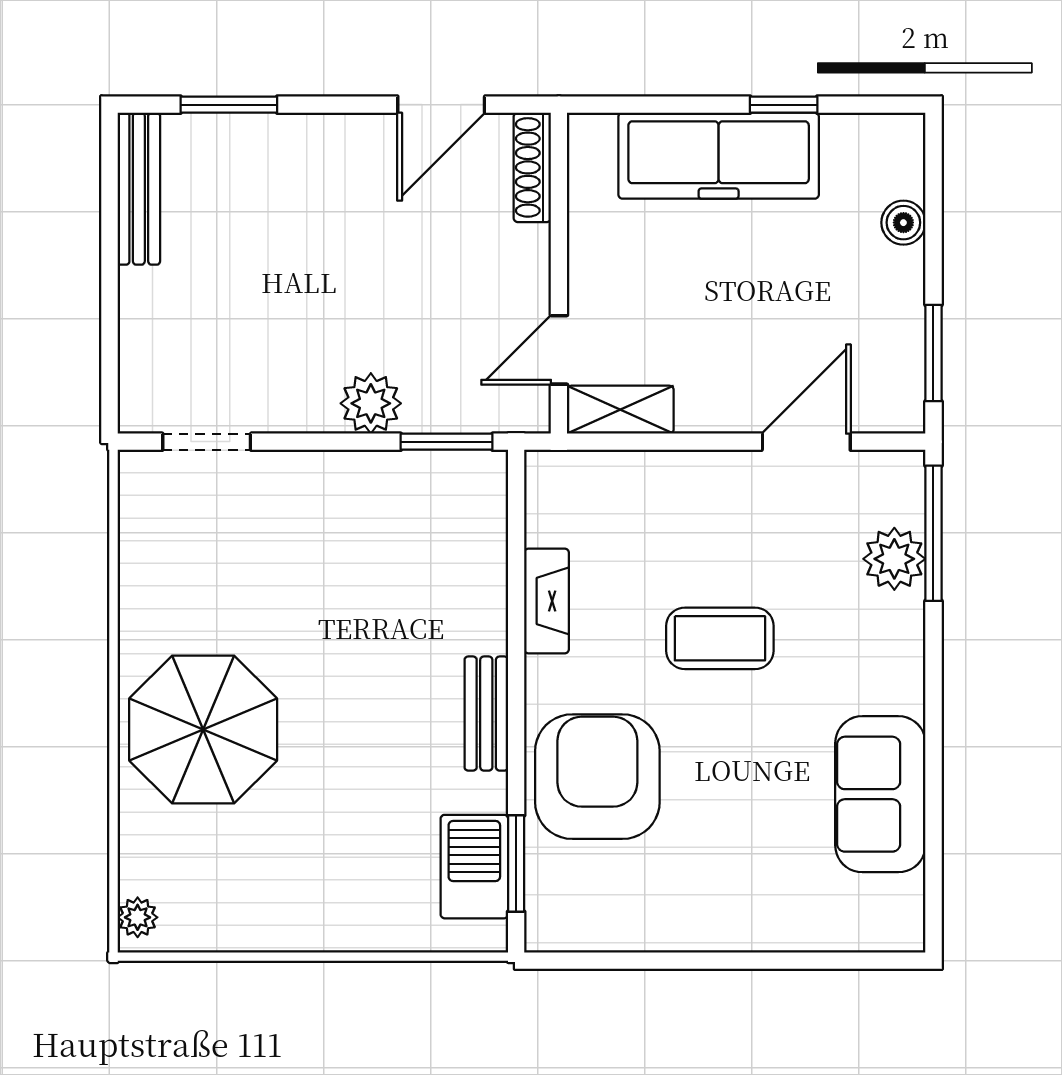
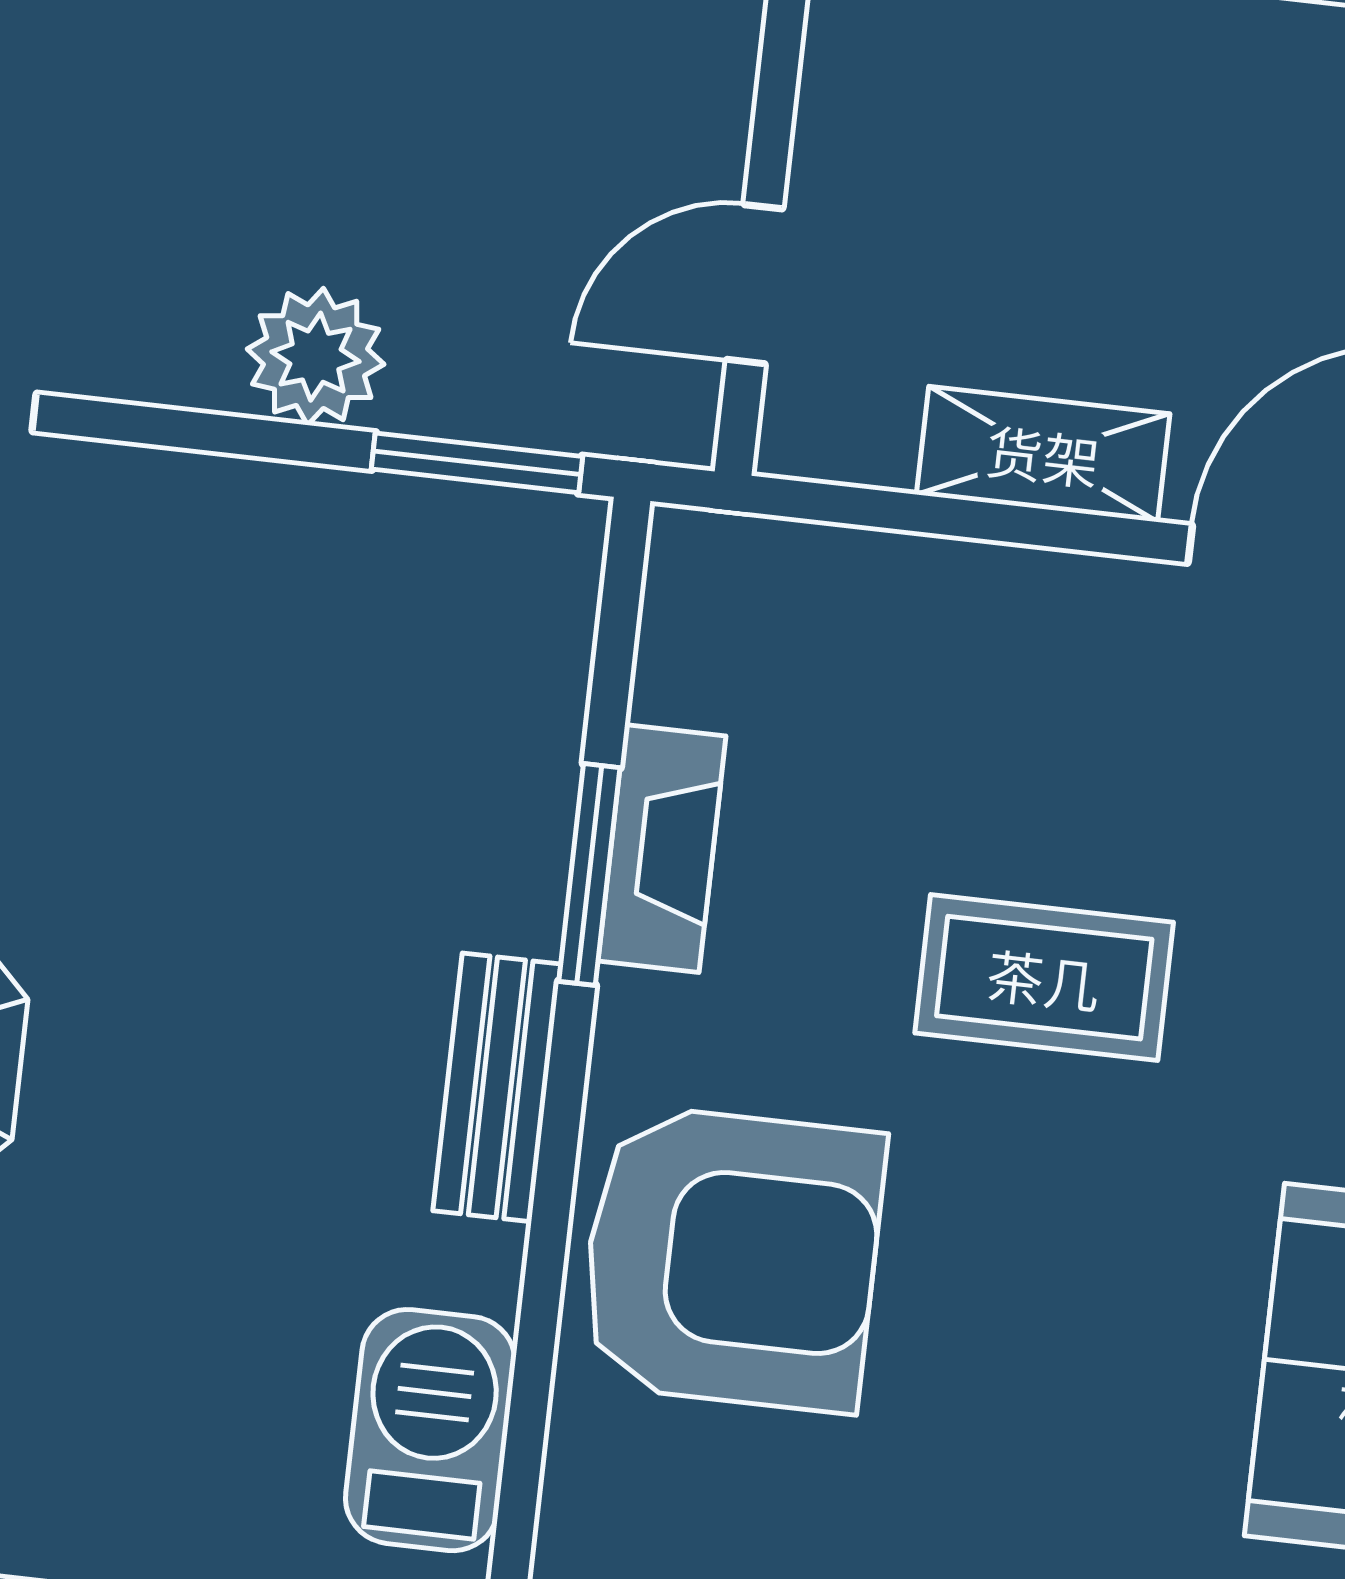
shelving: (620, 410) -> (1043, 454), moved
armchair: (597, 777) -> (732, 1259), turned 90
window: (516, 863) -> (589, 874), moved

